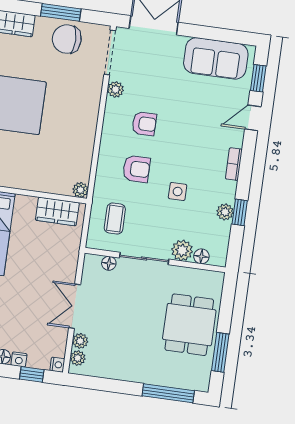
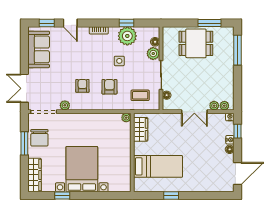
plant: (225, 212) -> (127, 36), width x1.88, depth x1.88

